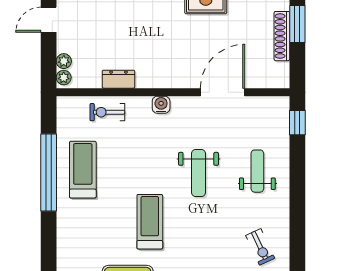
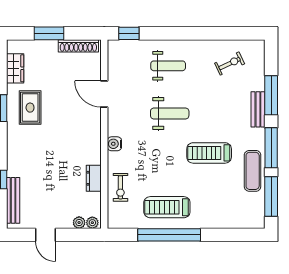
shoe rack: (282, 36) -> (78, 46), moved
door: (223, 92) -> (104, 94), width x0.73
weight bench: (257, 171) -> (168, 66), turned 180

